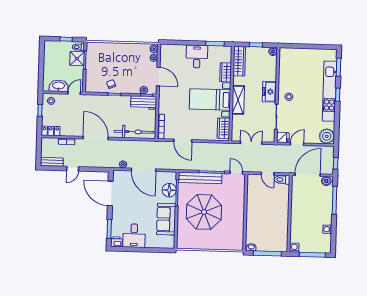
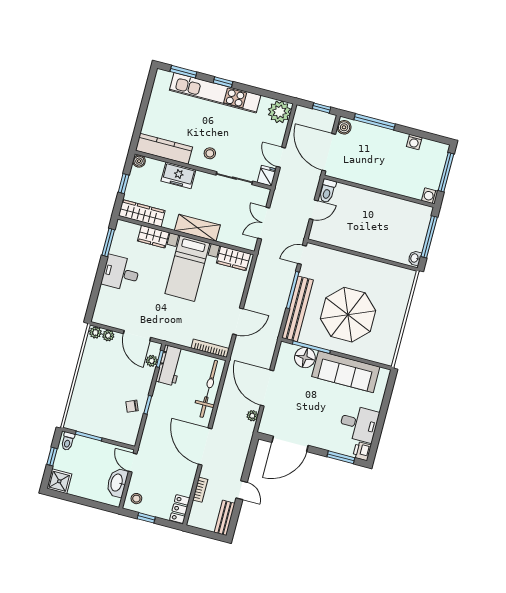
shower: (77, 59) -> (59, 481), moved
kitchen counter: (285, 66) -> (164, 149), added
door: (158, 77) -> (137, 336), swing flipped
freezer: (269, 92) -> (178, 175), moved
door: (96, 138) -> (205, 447), hinge flipped
door: (143, 170) -> (267, 388), swing flipped
sofa: (166, 219) -> (346, 372), width x1.36

